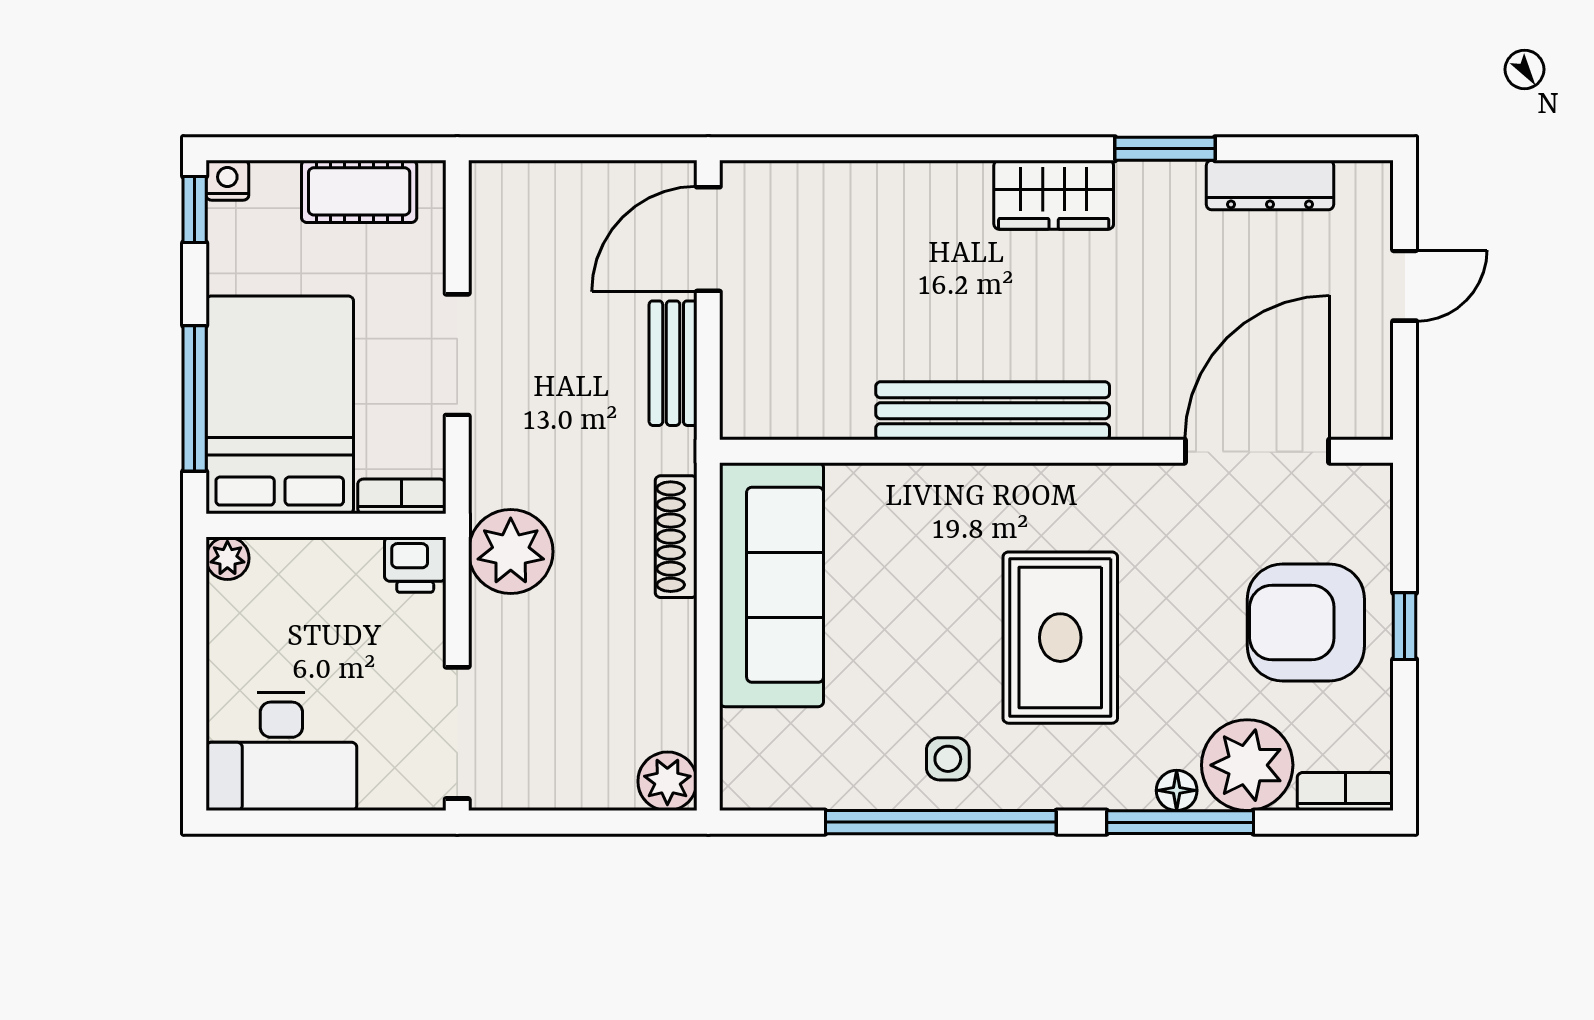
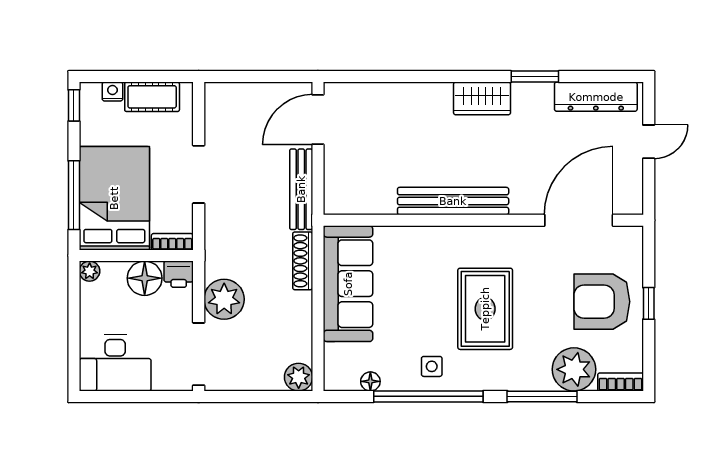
nightstand: (227, 180) -> (112, 92), moved
dresser: (1270, 185) -> (596, 97), width x1.37, depth x1.24
bench: (673, 363) -> (301, 189), width x1.36
plant: (511, 552) -> (224, 299), moved
floor lamp: (343, 573) -> (145, 278), added
floor lamp: (1177, 790) -> (370, 381), moved

